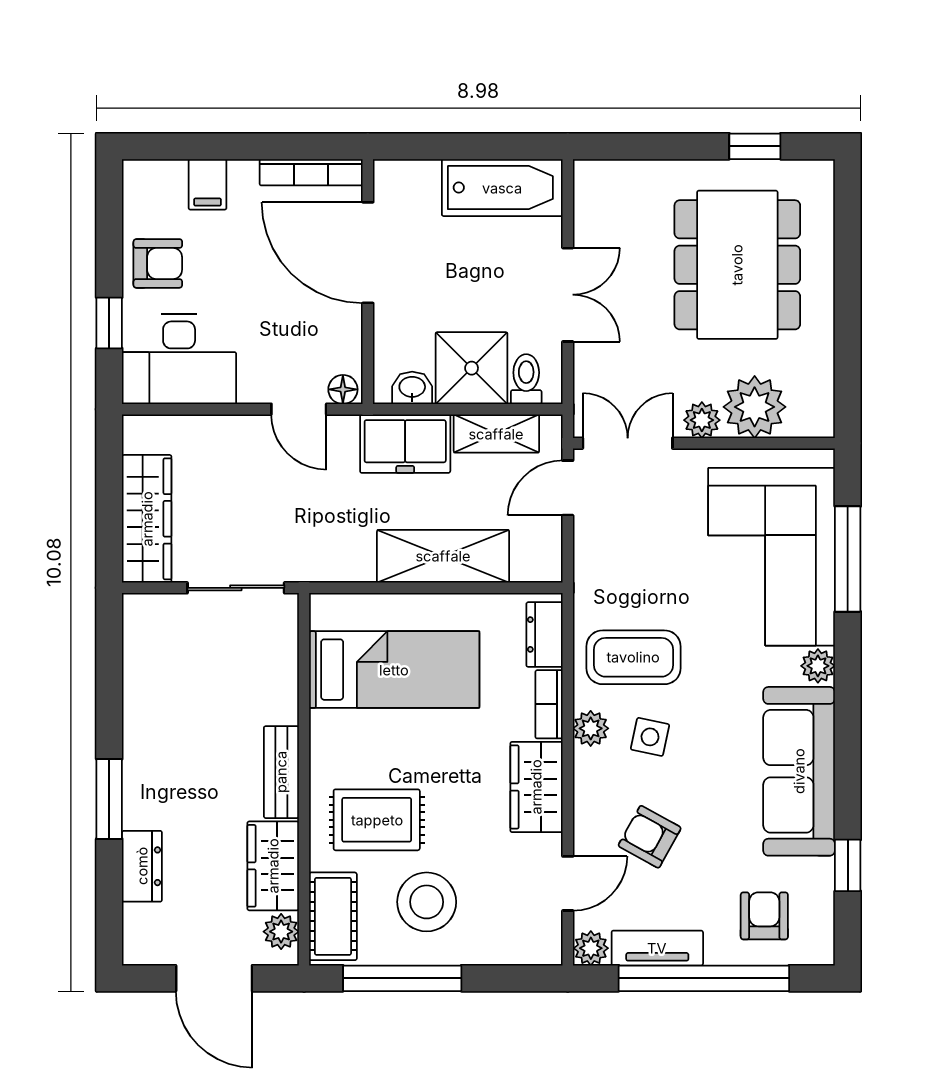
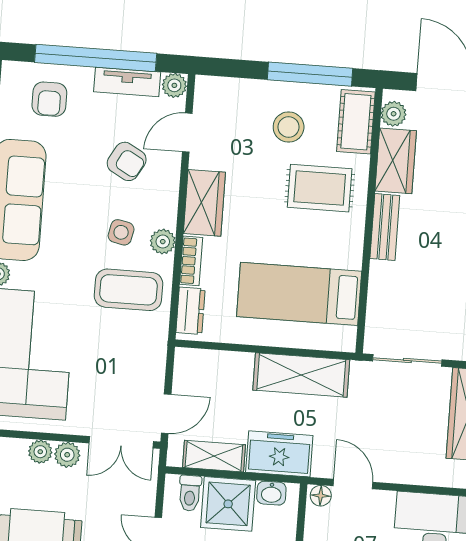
plant: (755, 407) -> (40, 452), width x0.53, depth x0.53
shelving: (443, 556) -> (301, 375), moved
stool: (427, 902) -> (289, 127), width x0.73, depth x0.73

